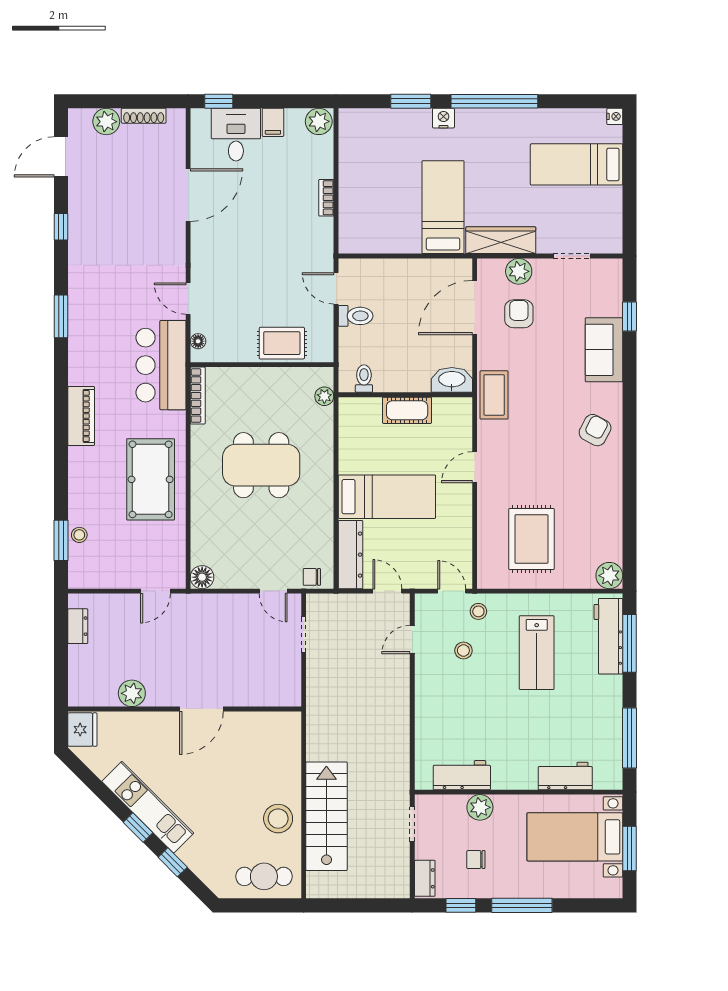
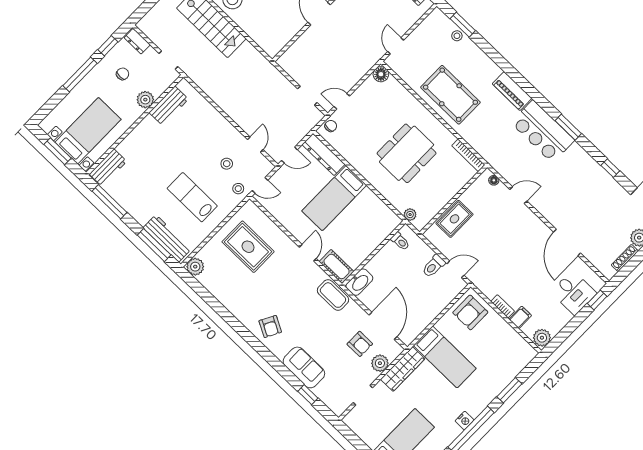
nightstand: (443, 118) -> (465, 420), moved
filing cabinet: (273, 122) -> (520, 317), moved, turned 90
armchair: (367, 226) -> (470, 312), added
bar counter: (161, 365) -> (543, 131), moved, turned 180
cot: (407, 410) -> (337, 266), moved, turned 90
workbench: (565, 776) -> (108, 168), moved

